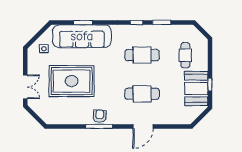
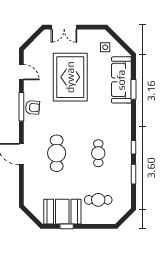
sofa: (82, 36) -> (121, 80), width x0.74, depth x0.79
cafe table: (142, 55) -> (98, 153), width x0.73, depth x0.74
door: (67, 126) -> (21, 72), added

